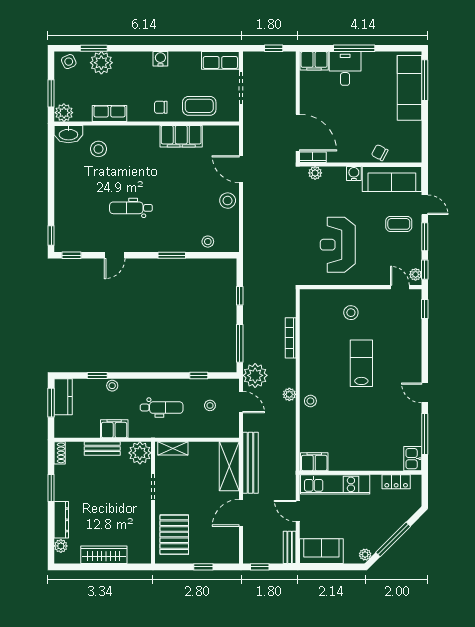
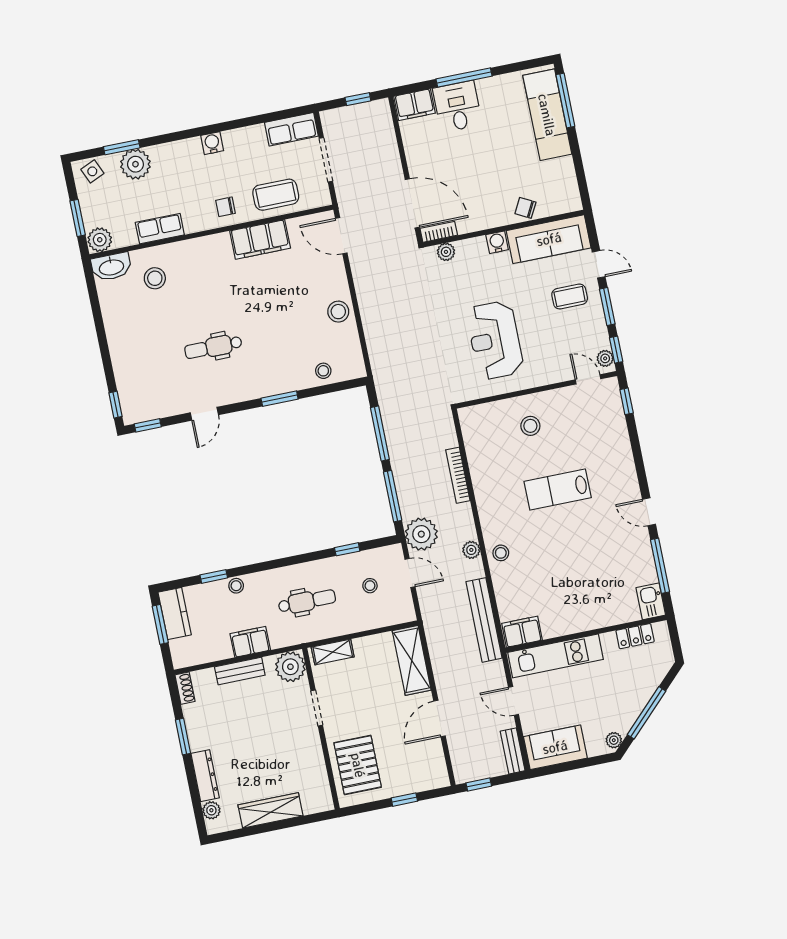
door: (241, 169) -> (341, 236), moved
window: (240, 296) -> (380, 433), width x2.17
lab bench: (361, 363) -> (558, 490), turned -90
bench: (251, 463) -> (484, 620), moved

